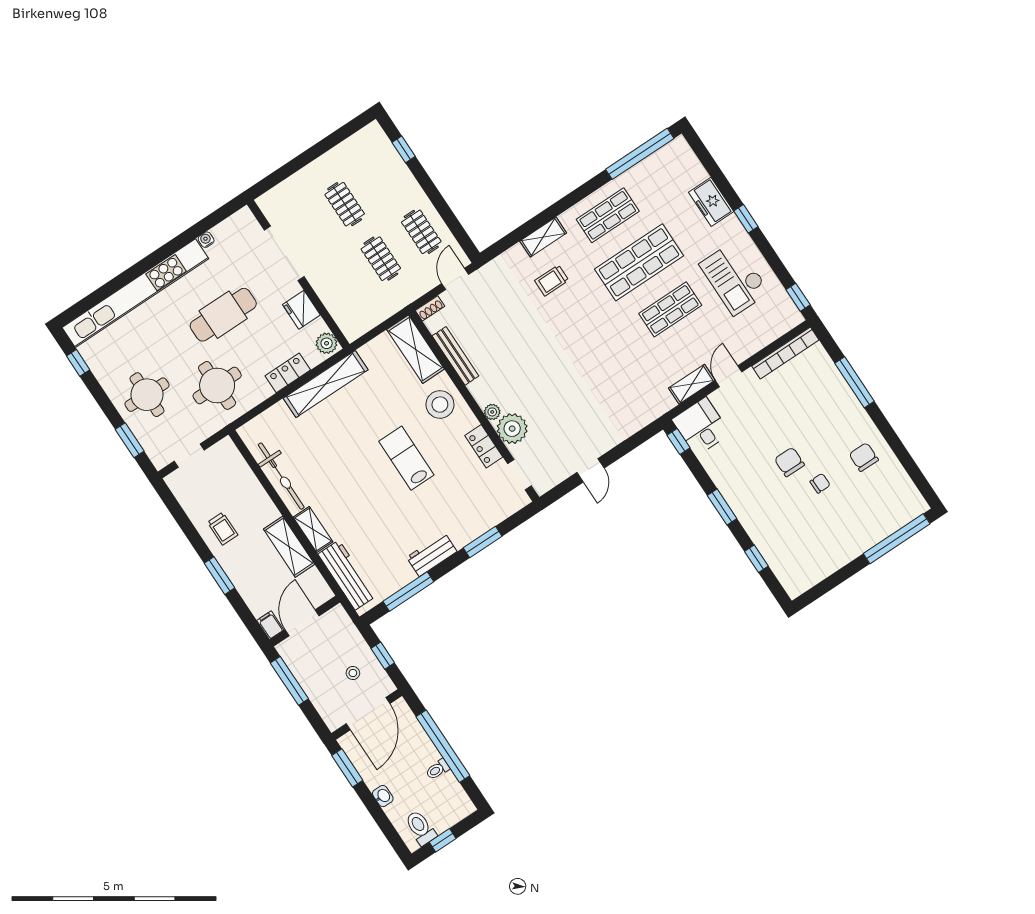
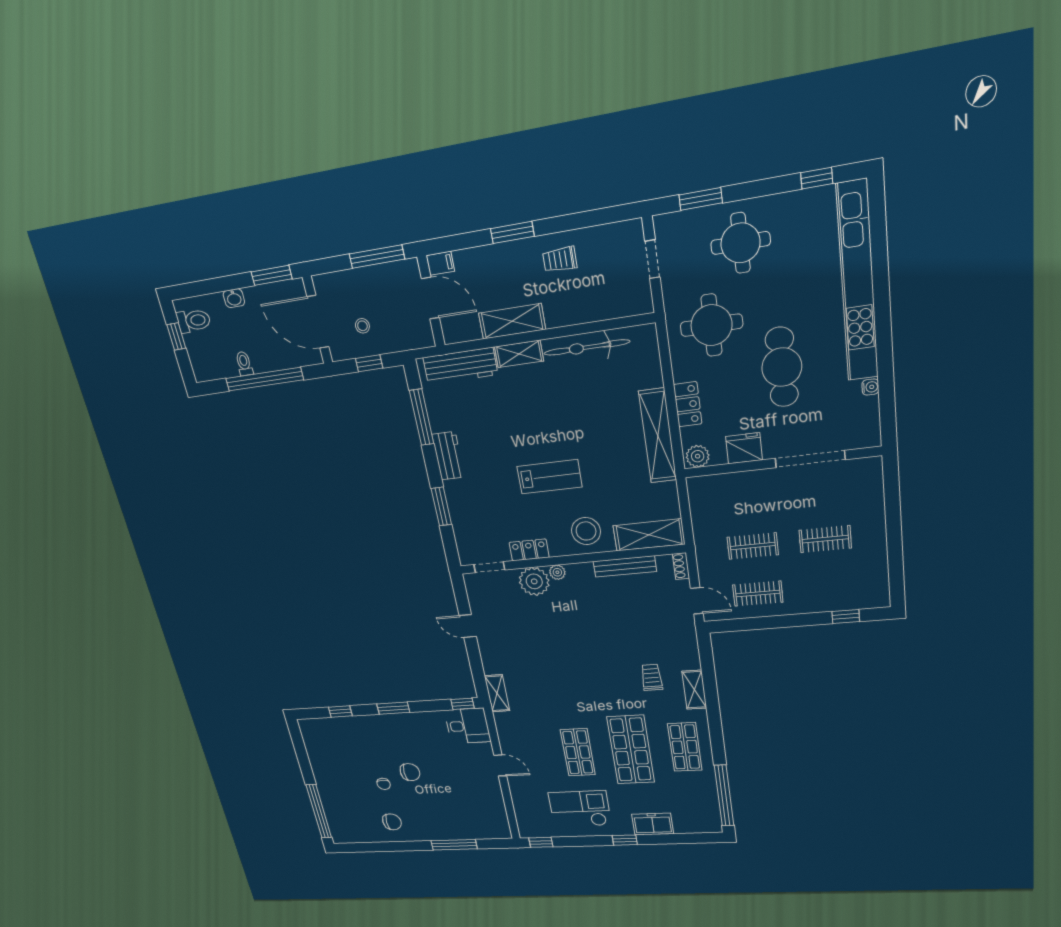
bookcase: (785, 353) -> (500, 812), removed
shelving: (692, 384) -> (497, 693), moved

